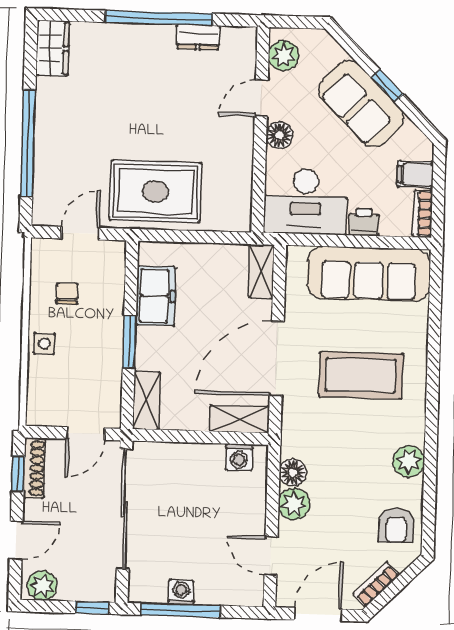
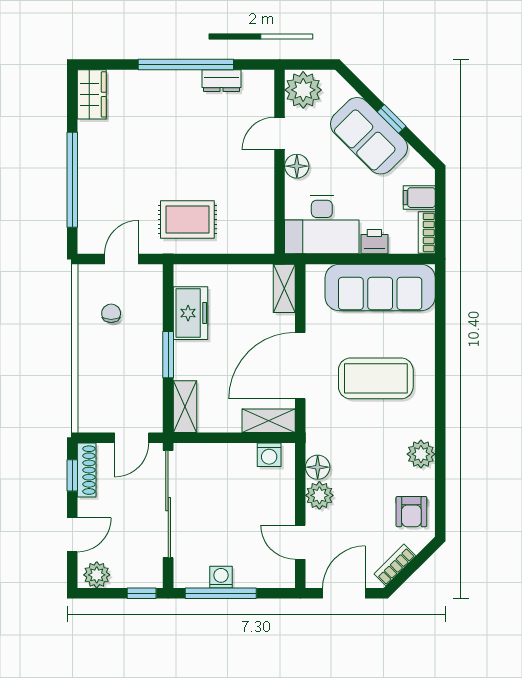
plant: (284, 56) -> (303, 90), width x1.36, depth x1.36
rug: (155, 191) -> (187, 220), width x0.73, depth x0.70
side table: (44, 344) -> (92, 359), removed

